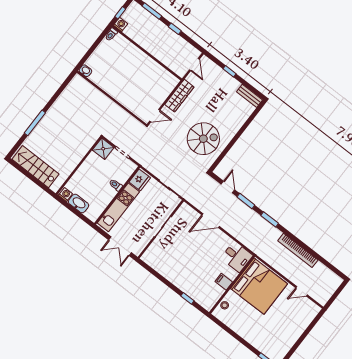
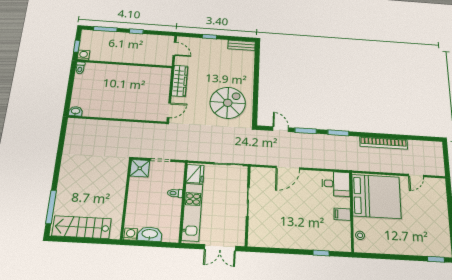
window: (35, 123) -> (51, 207), moved

